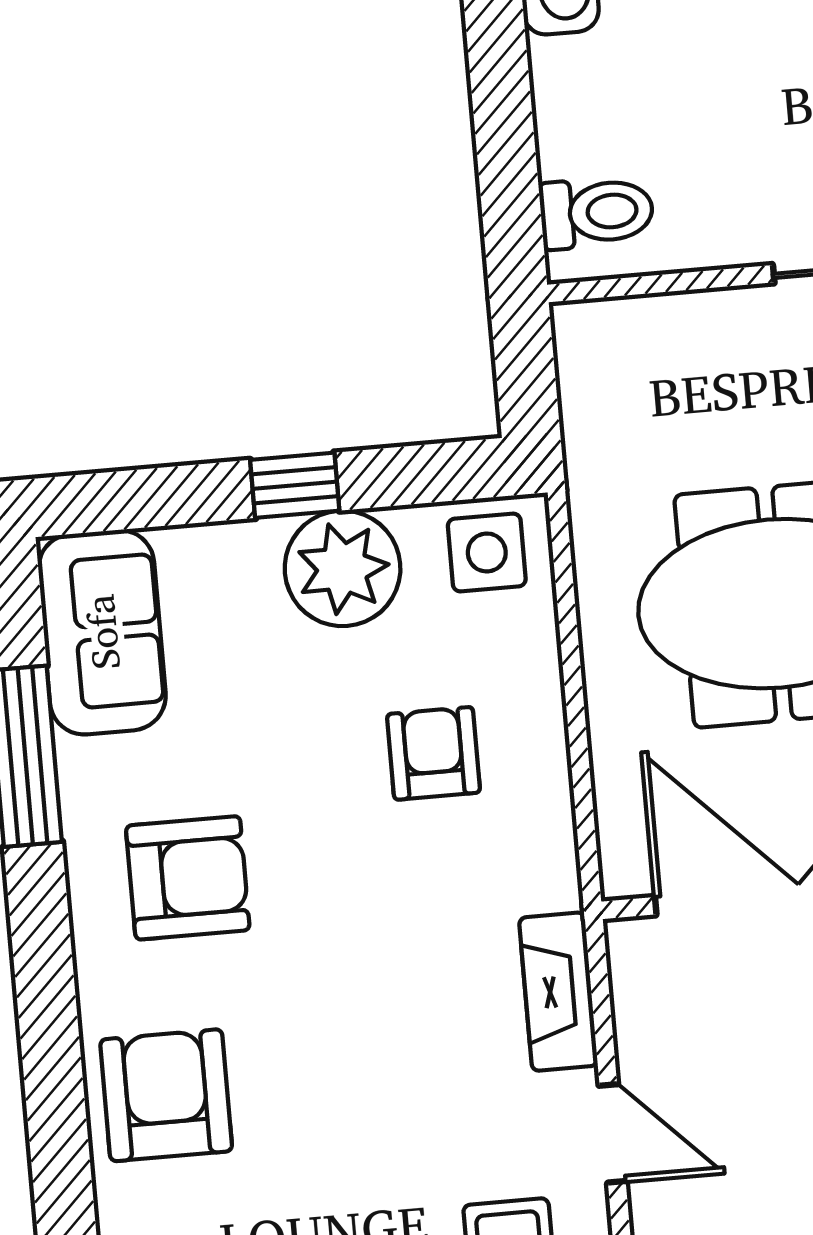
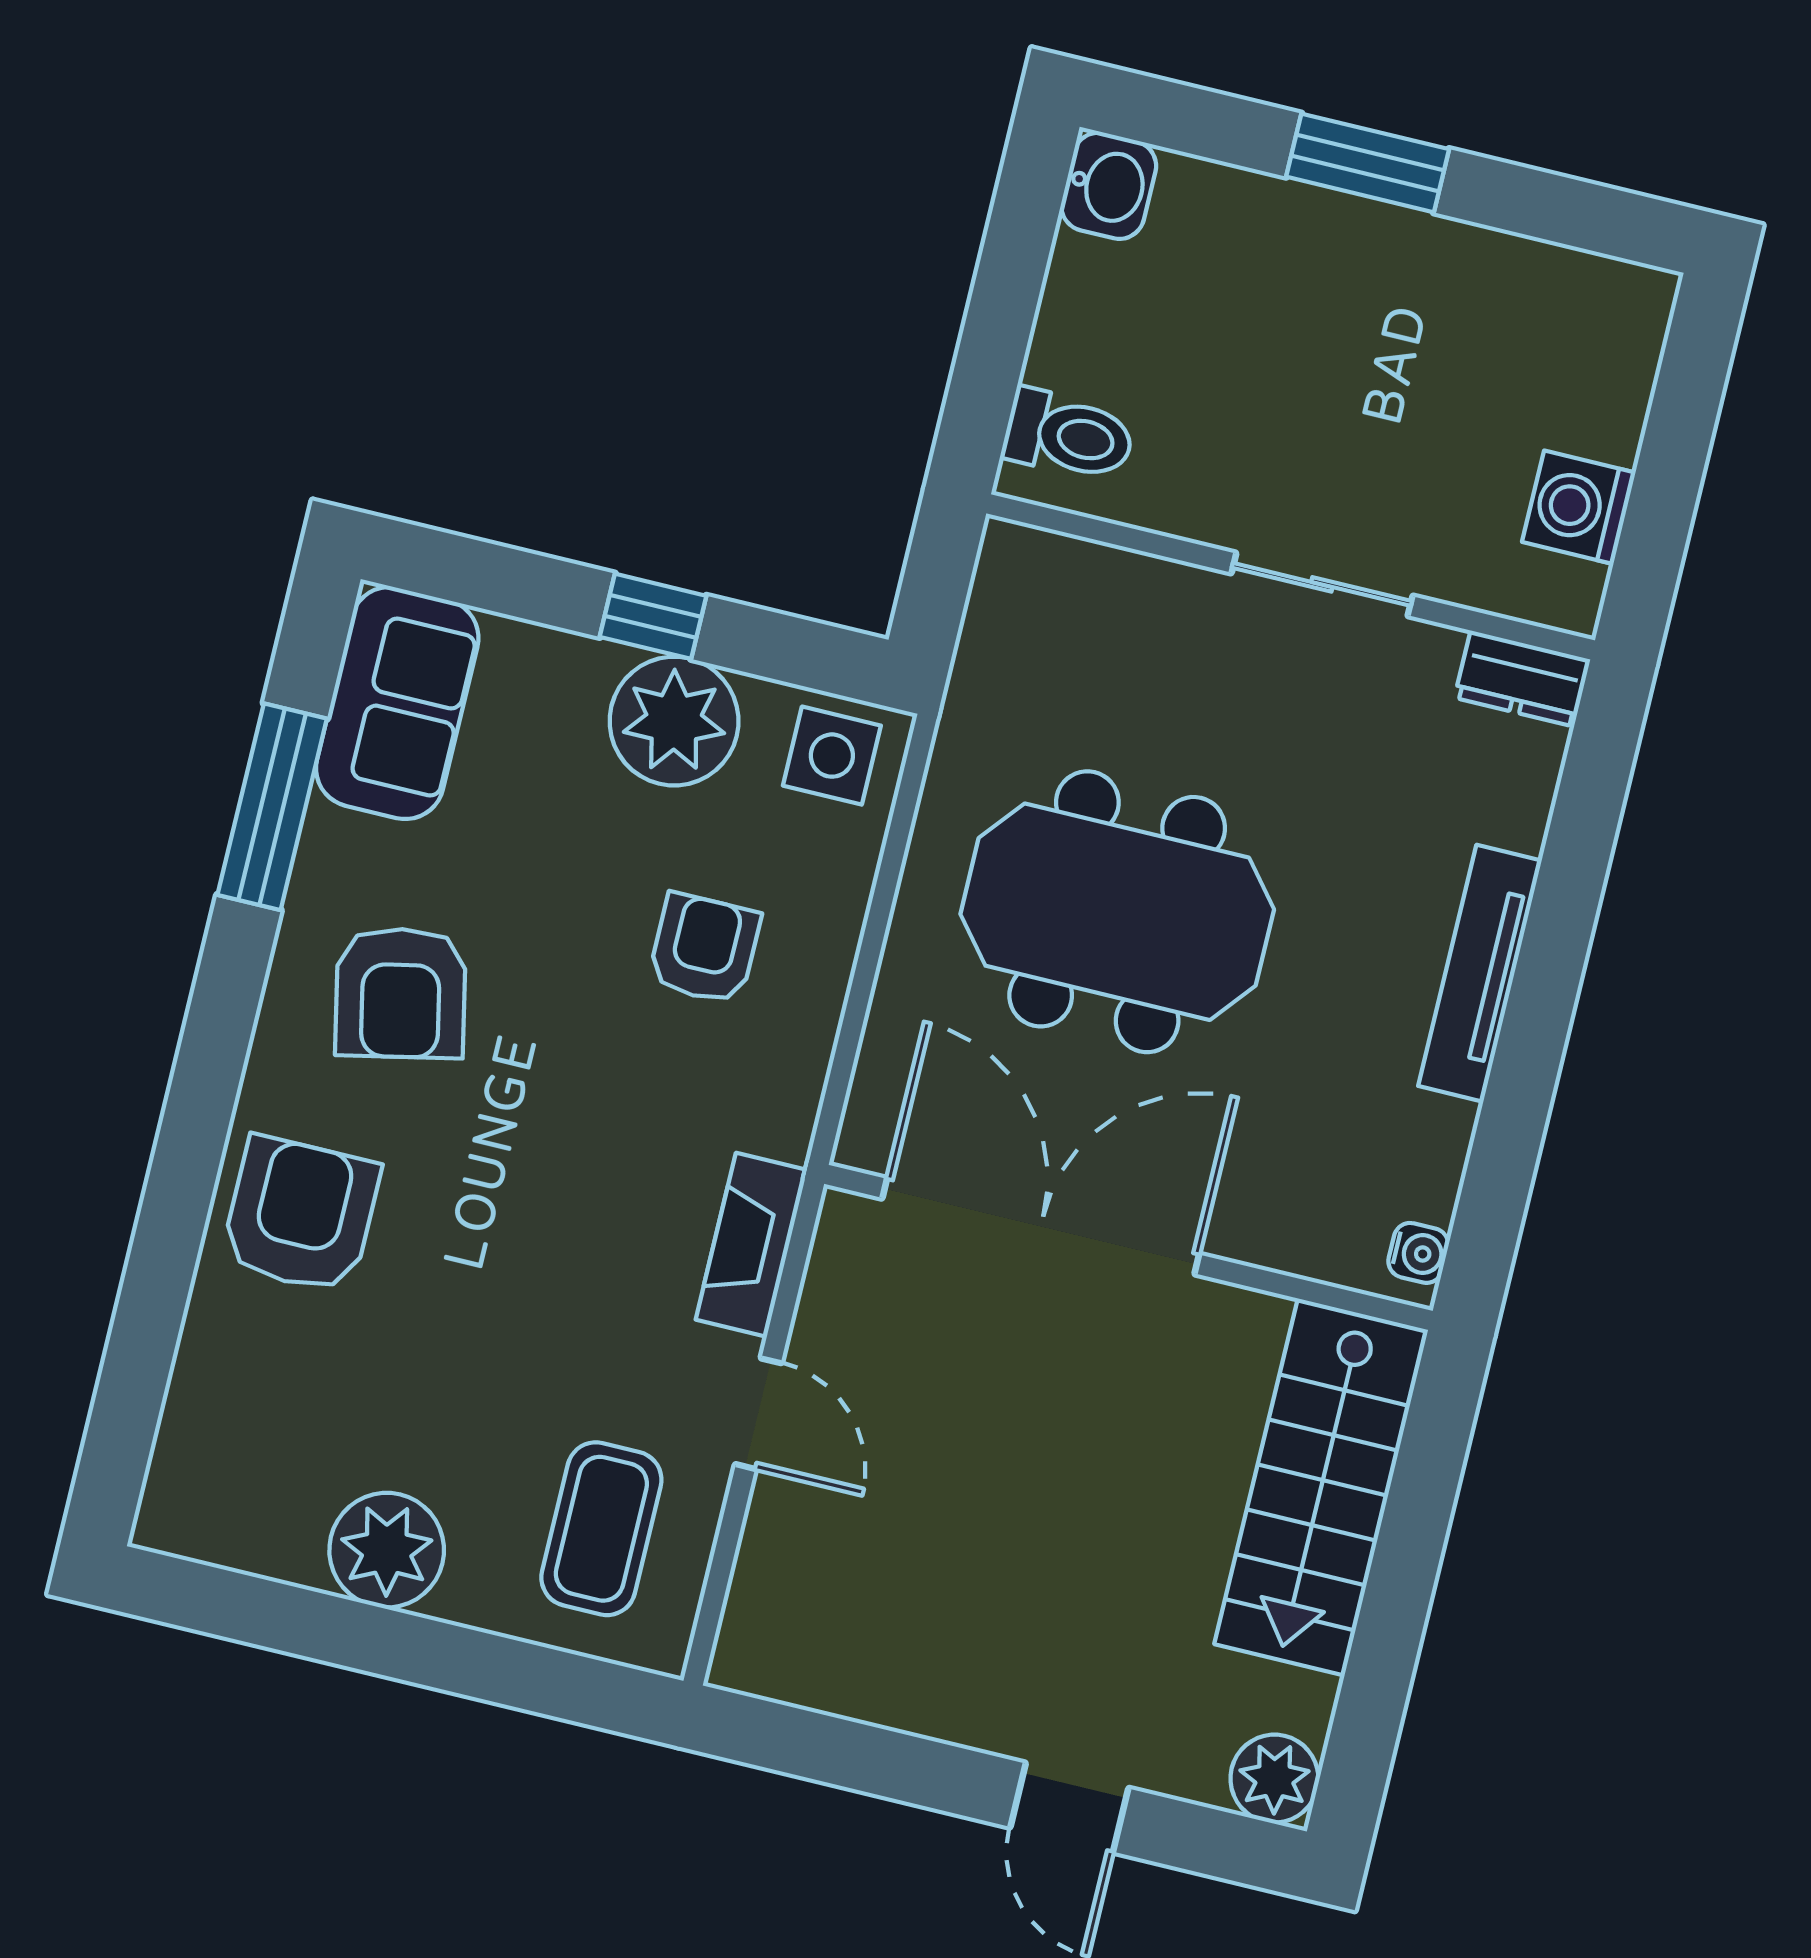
armchair: (188, 878) -> (401, 993), turned 78

